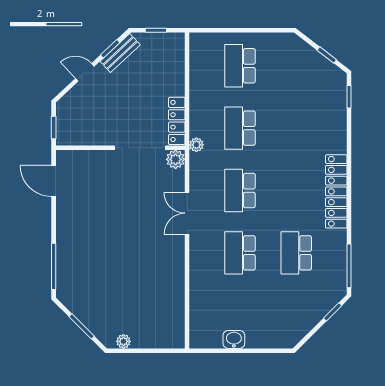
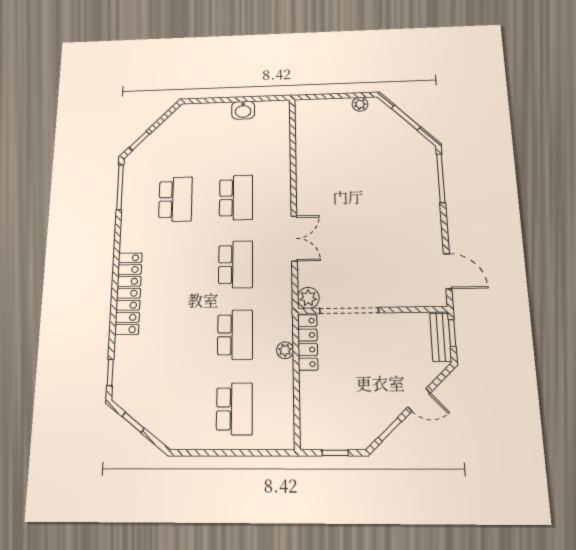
bench: (120, 53) -> (441, 337), moved, turned -47
plant: (196, 145) -> (285, 350), moved
locker: (336, 191) -> (128, 293), moved

